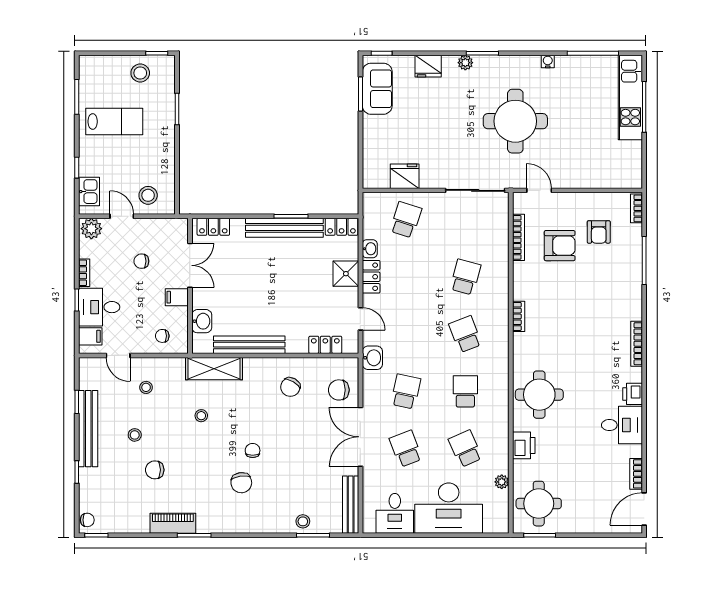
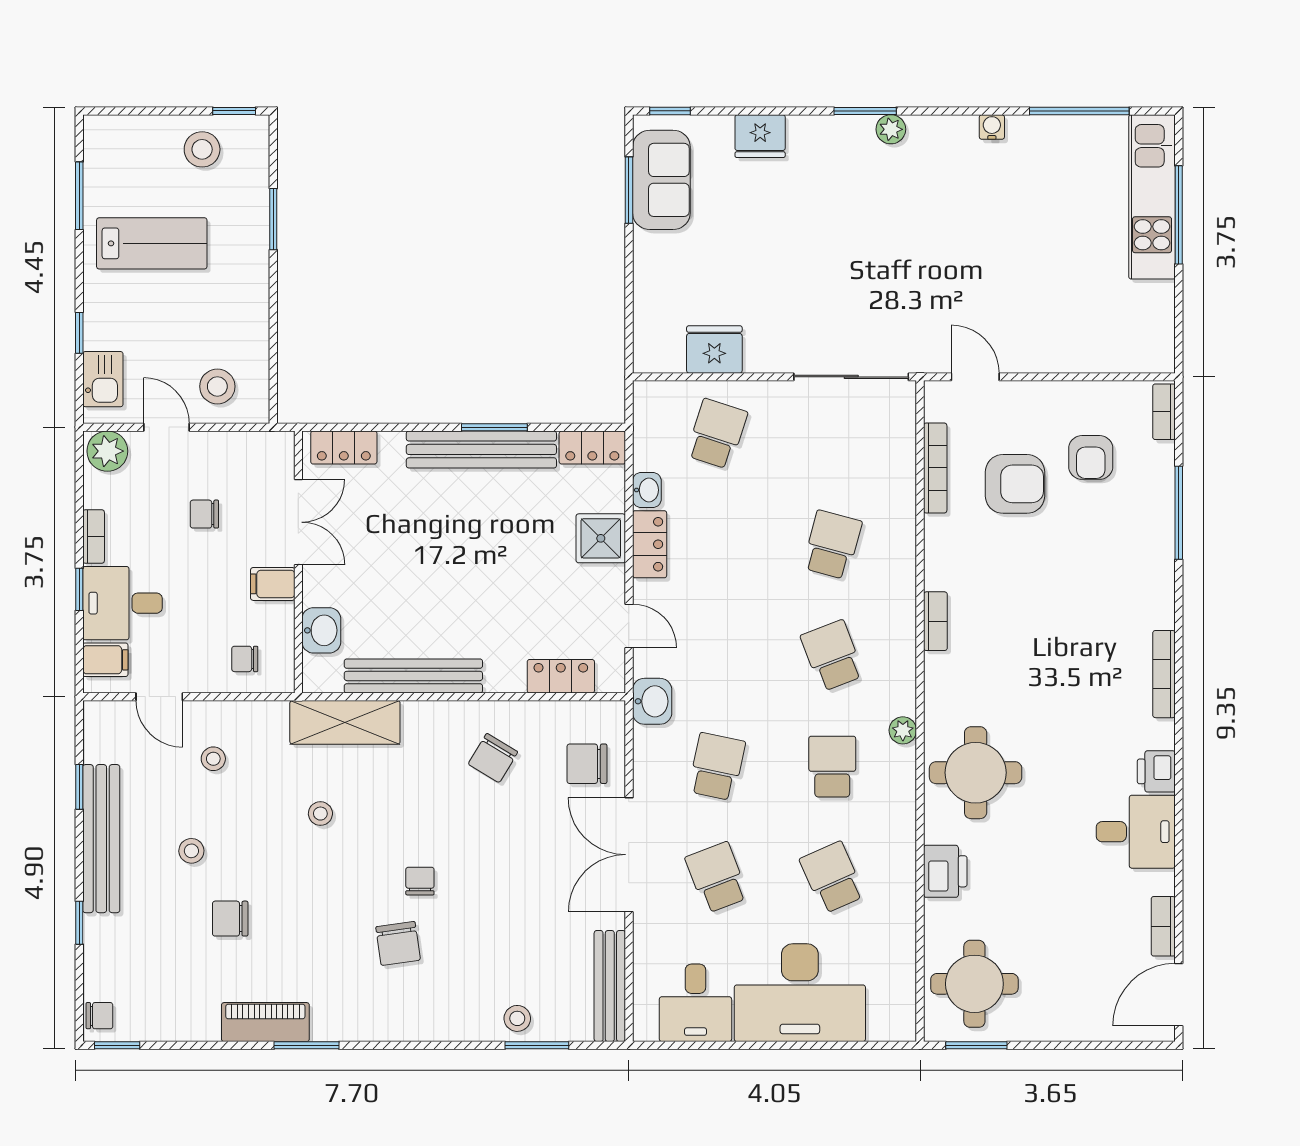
plant: (465, 63) -> (891, 129), moved
round table: (515, 121) -> (929, 243), removed
plant: (502, 482) -> (903, 730), moved

